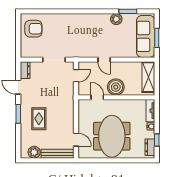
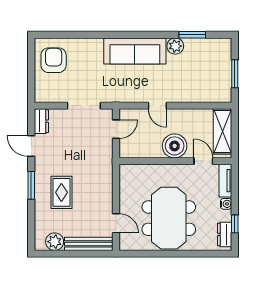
armchair: (33, 29) -> (54, 60), turned -90
sofa: (146, 36) -> (135, 51), moved, turned -90
door: (97, 97) -> (203, 161), moved

